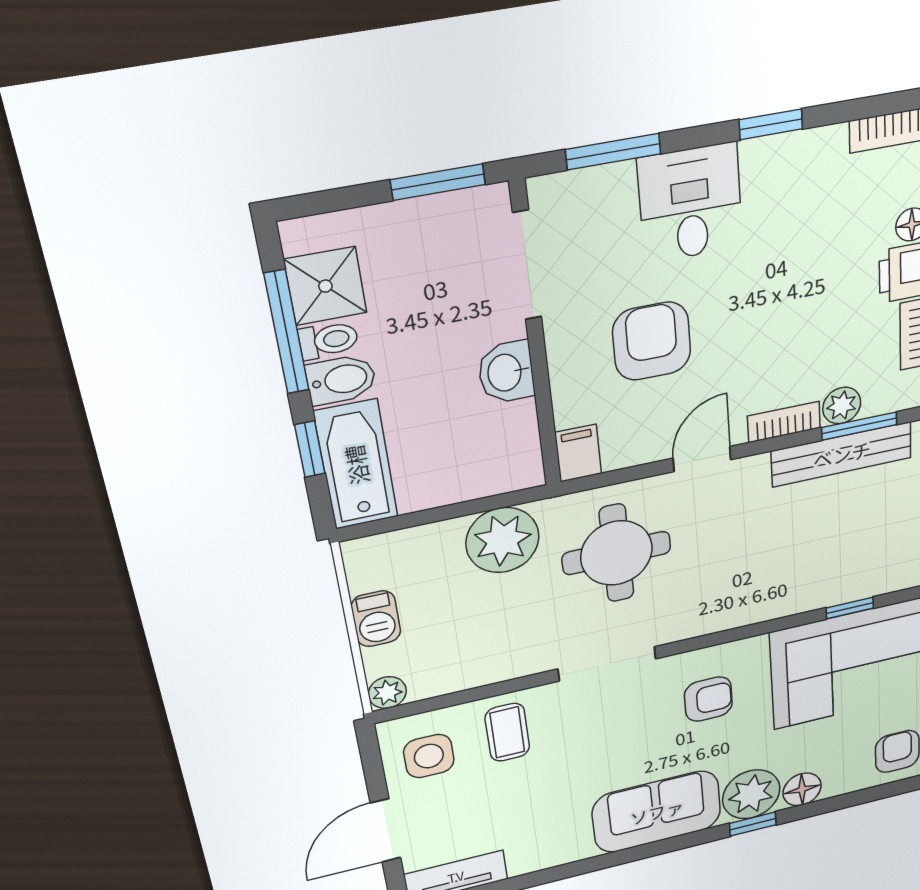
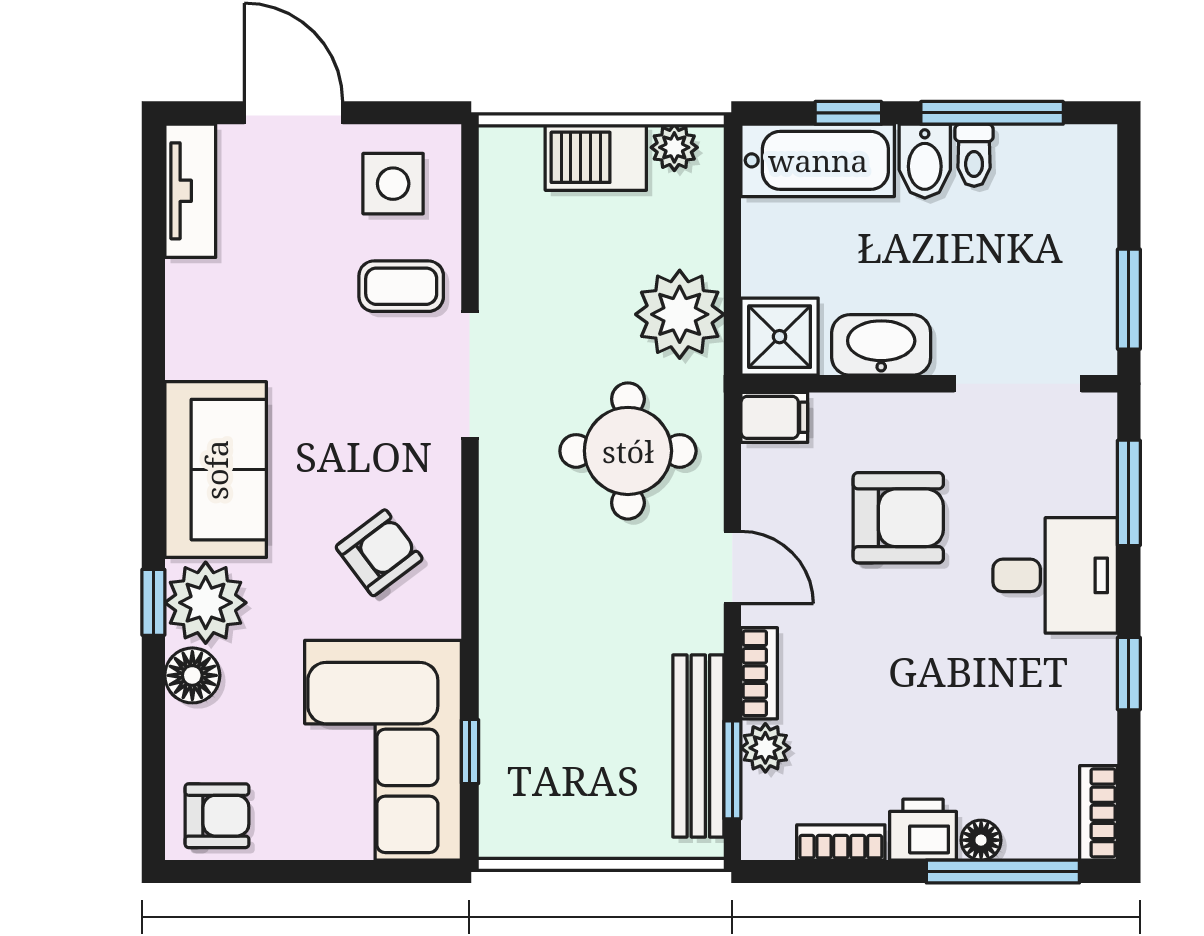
shower: (325, 286) -> (780, 337), moved
washbasin: (506, 372) -> (881, 345), width x1.38
barbecue: (376, 619) -> (596, 157), width x1.38, depth x1.27
doorway: (607, 664) -> (470, 375), moved
plant: (387, 693) -> (674, 147), moved
armchair: (708, 699) -> (379, 553), turned -127

